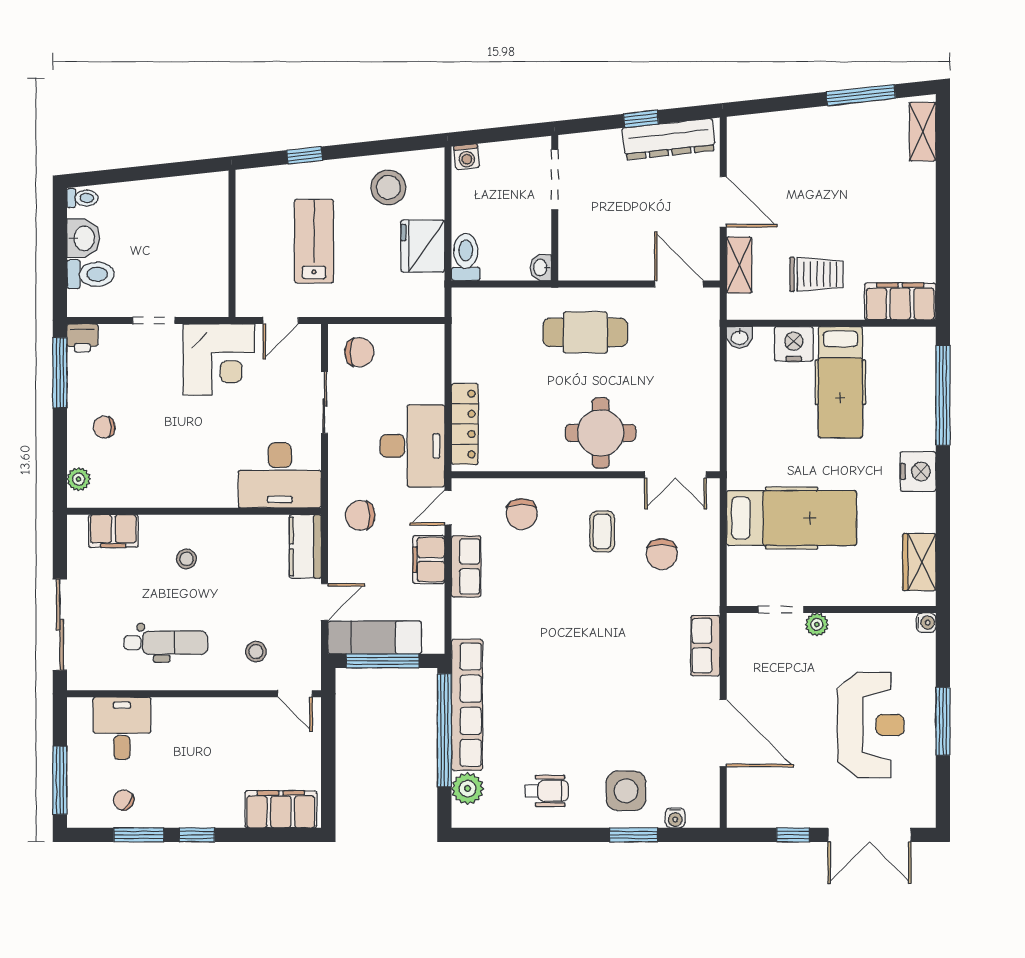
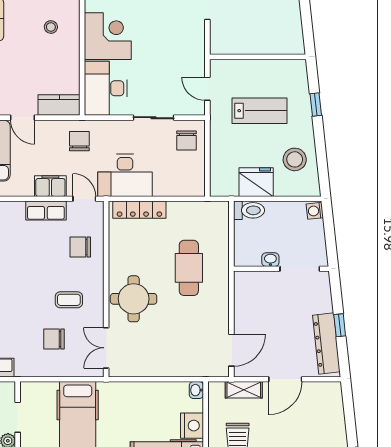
washbasin: (541, 268) -> (270, 260), moved
cafe table: (585, 332) -> (189, 268), moved
corner desk: (219, 359) -> (108, 36), moved, turned 180

